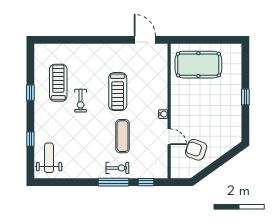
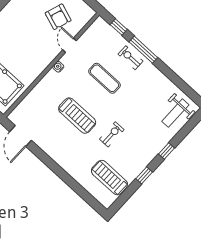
treadmill: (58, 83) -> (109, 178), moved, turned 90
treadmill: (118, 92) -> (77, 116), turned 90
exercise mat: (123, 136) -> (104, 78), turned 90
window: (30, 139) -> (167, 151), moved

